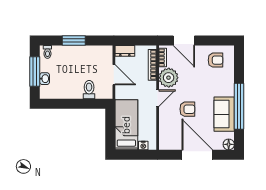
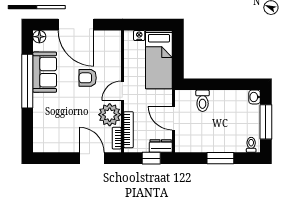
window: (133, 41) -> (151, 158), added
armchair: (216, 60) -> (55, 135), removed
washbasin: (45, 79) -> (255, 97), moved

